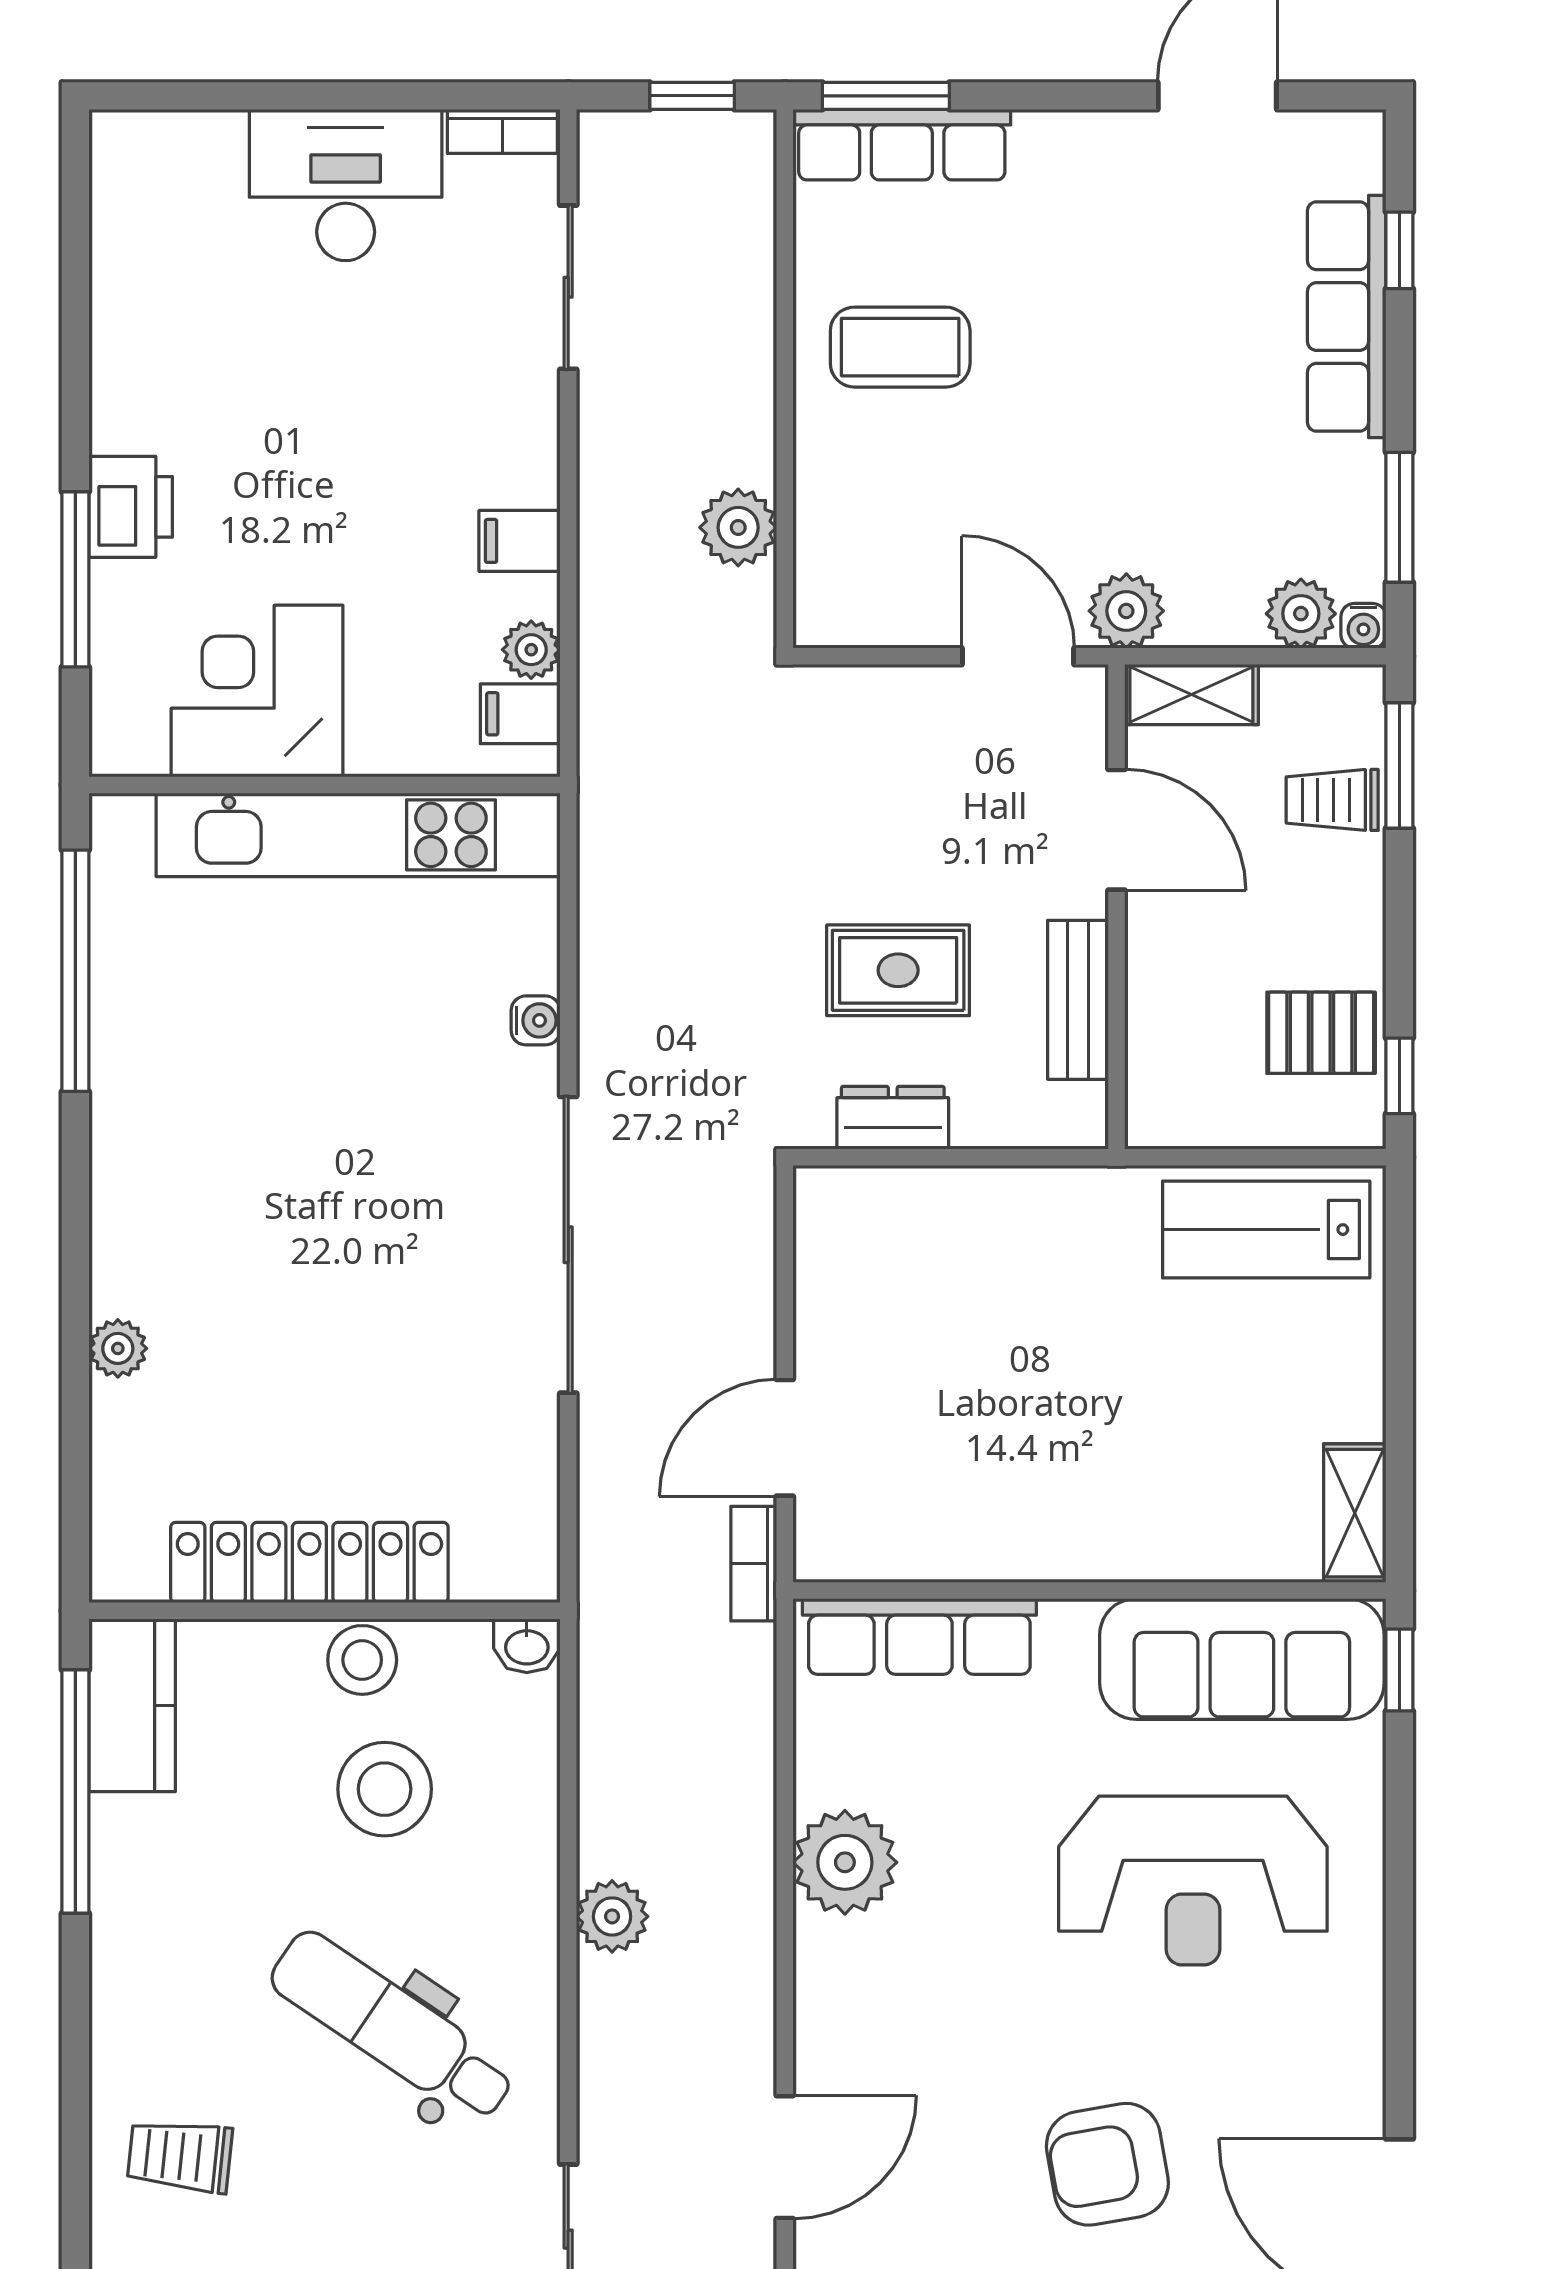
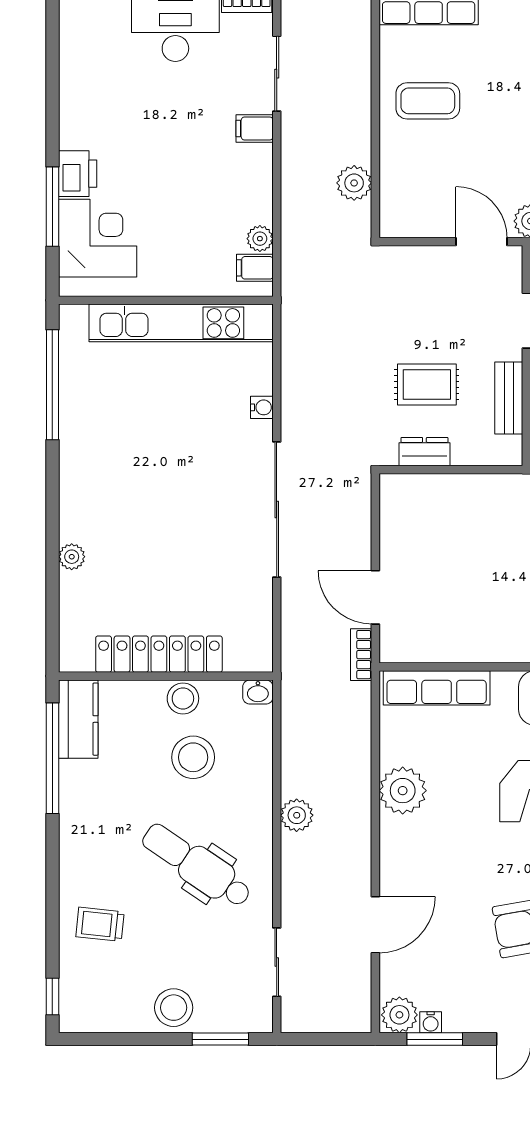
filing cabinet: (519, 541) -> (255, 128), moved
corner desk: (257, 691) -> (98, 238), moved, turned 90
door: (785, 1438) -> (375, 597), hinge flipped

